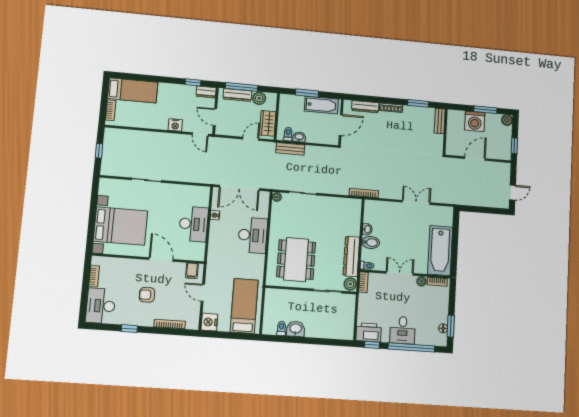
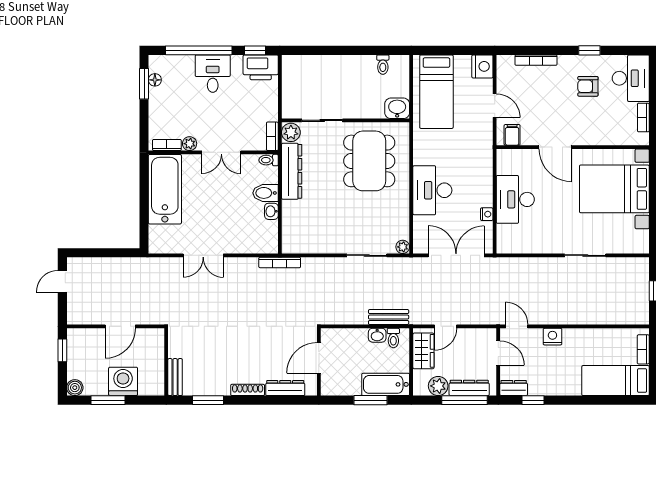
bathtub: (321, 105) -> (386, 384), moved
armchair: (147, 295) -> (588, 86), moved, turned 180
washbasin: (296, 329) -> (397, 108), moved, turned 180

